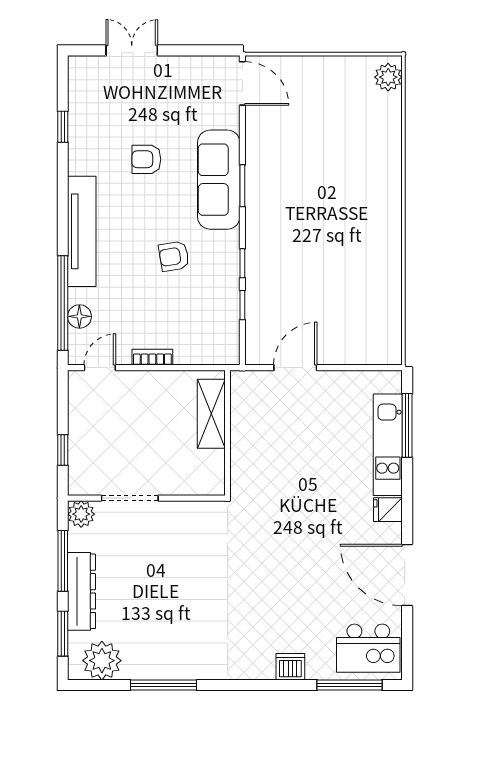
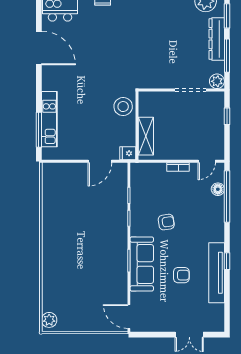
window: (63, 127) -> (227, 261), moved
tv unit: (82, 231) -> (217, 273), moved
stool: (253, 468) -> (123, 107), added
fridge: (388, 510) -> (128, 153), moved, turned 180

